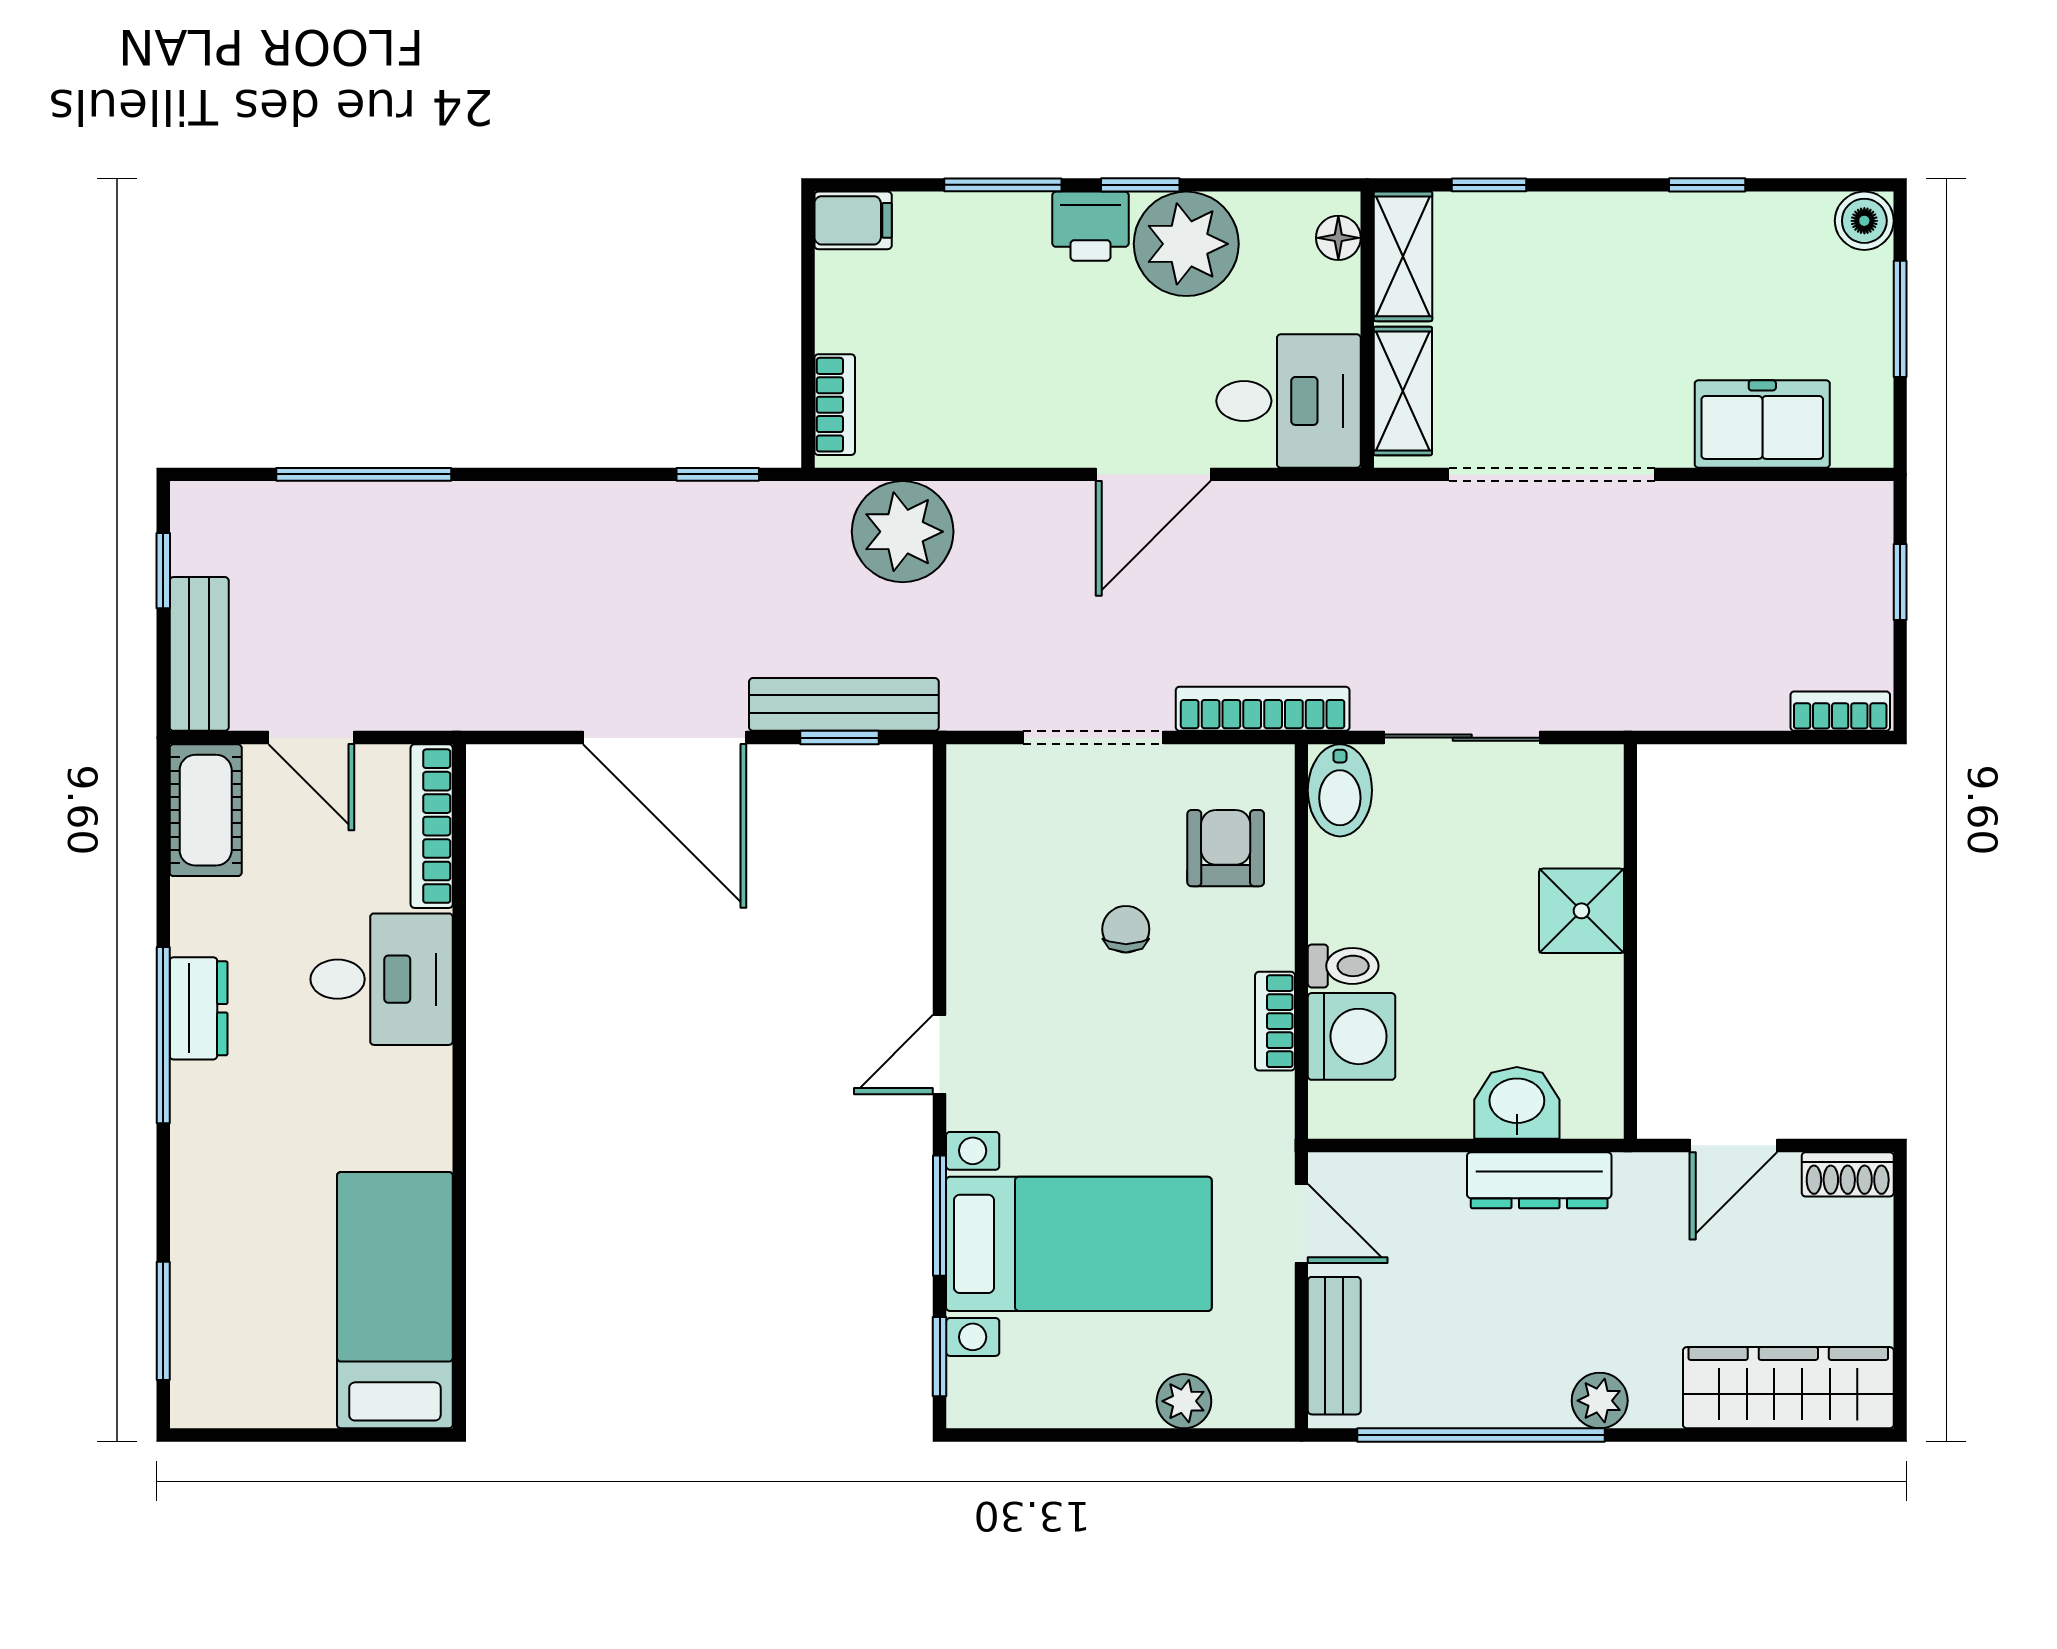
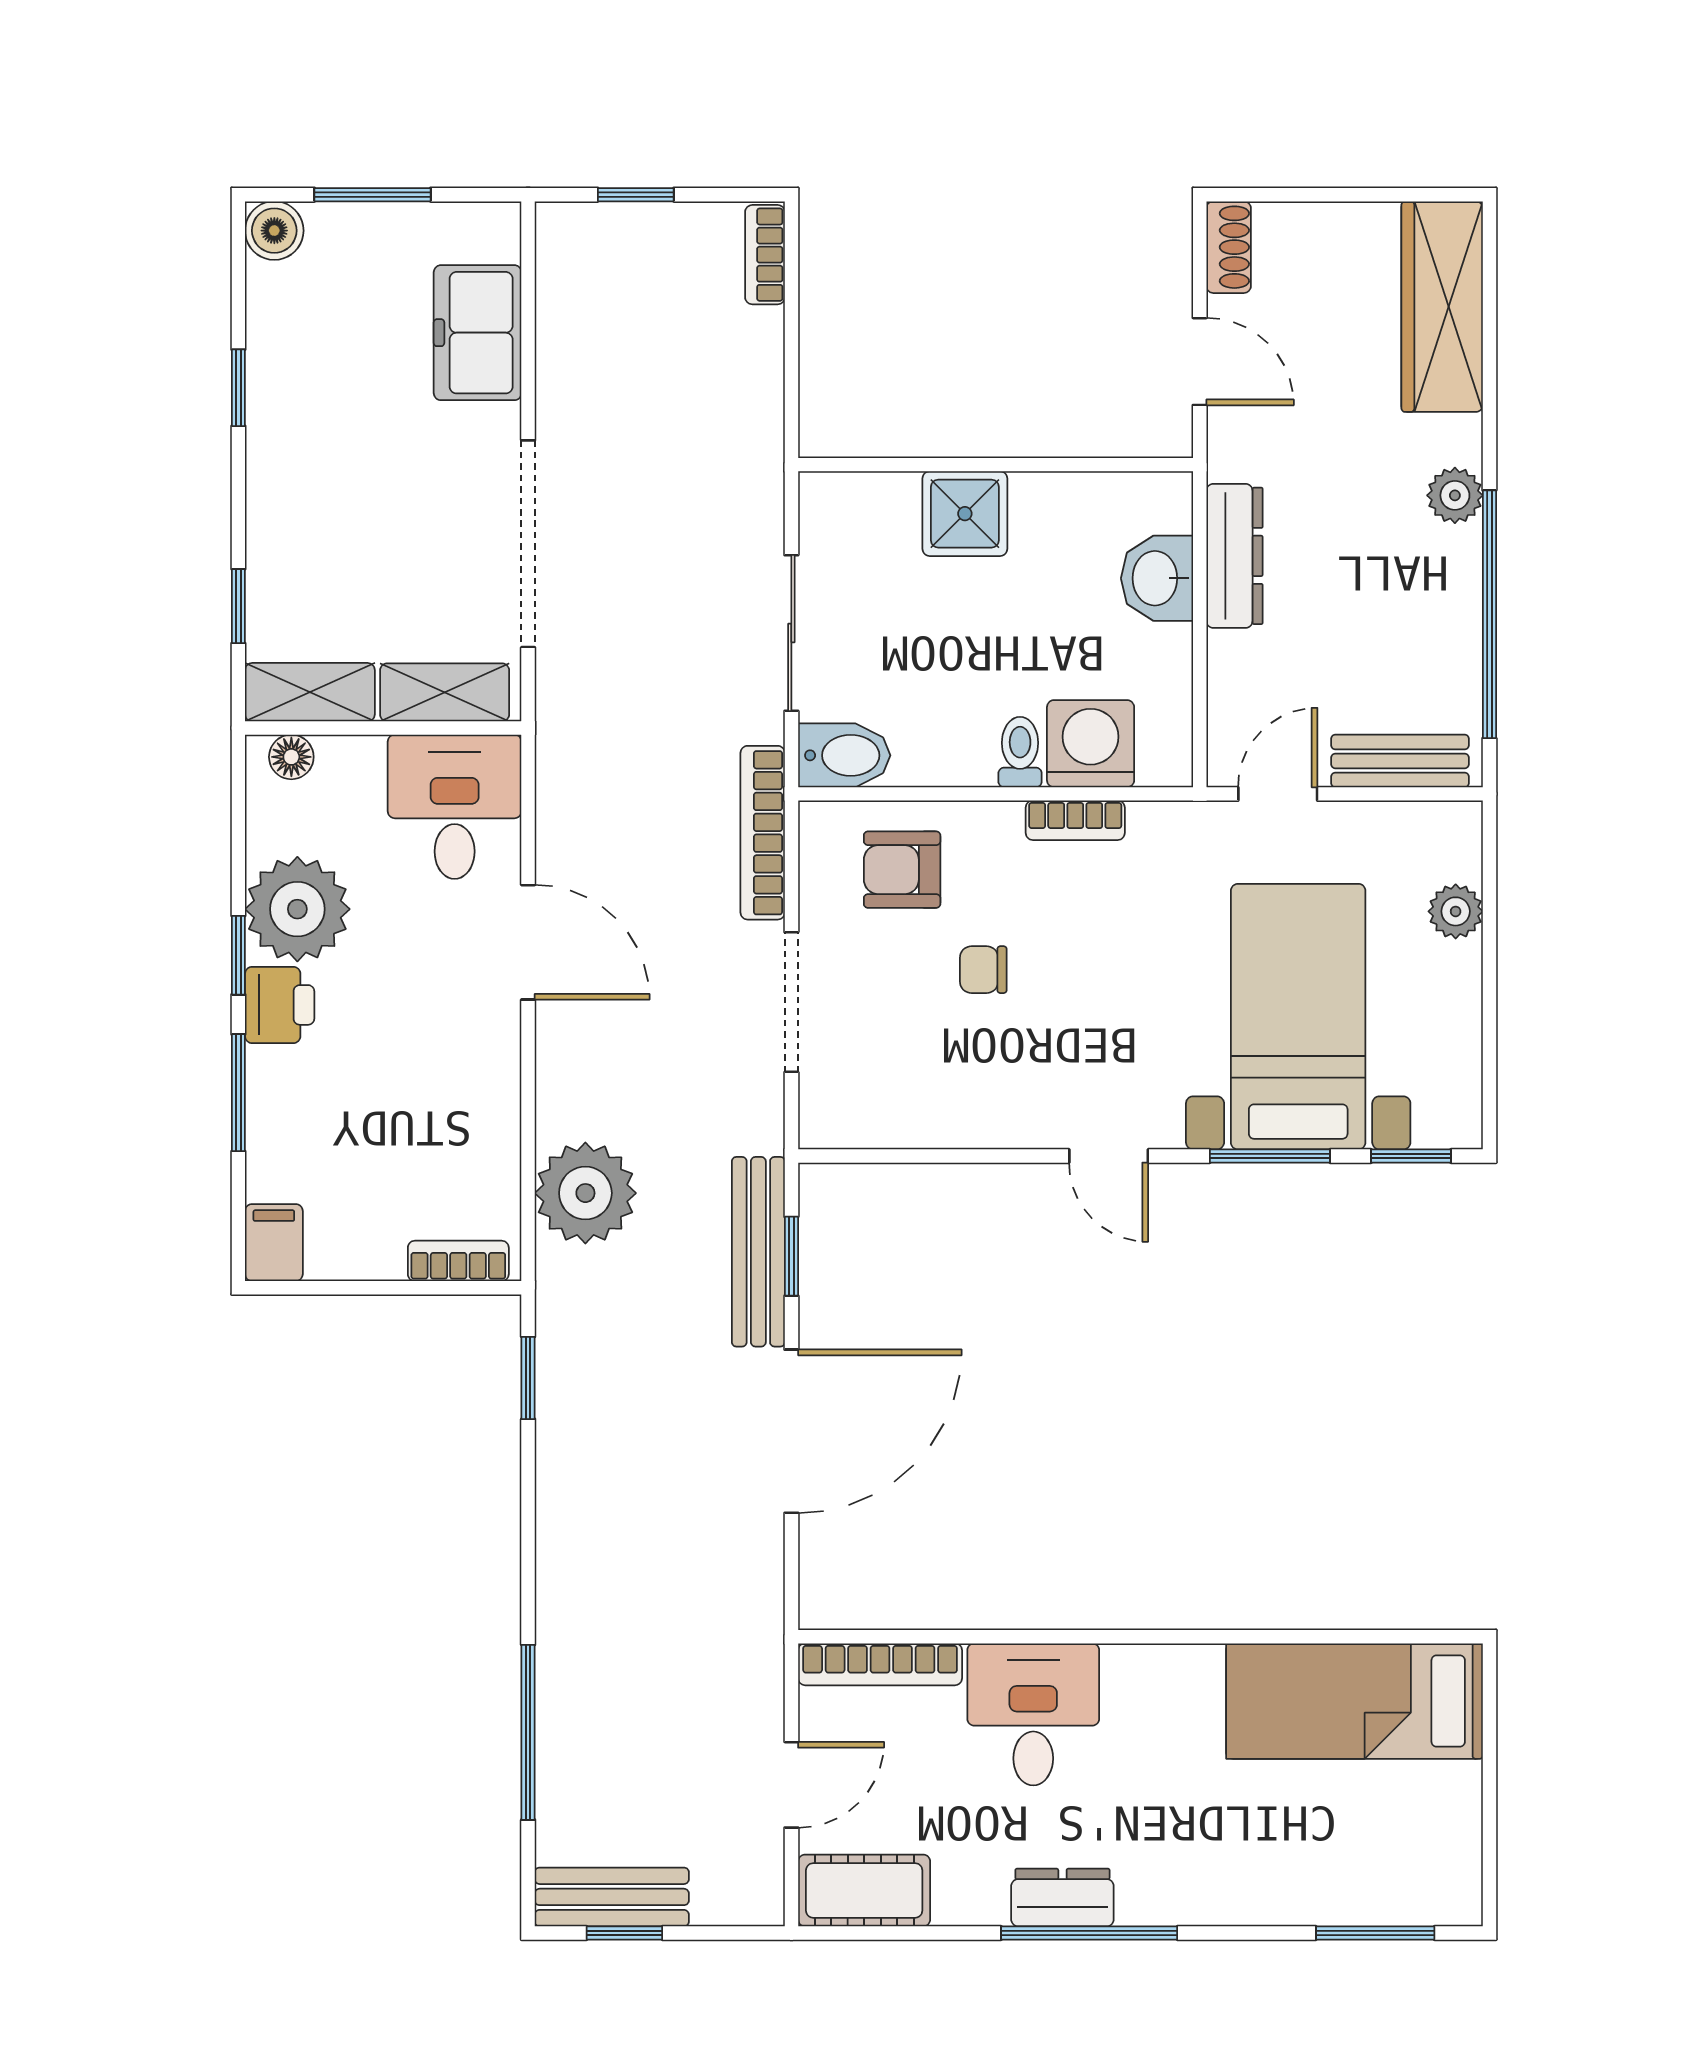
bench: (199, 654) -> (612, 1897), moved

